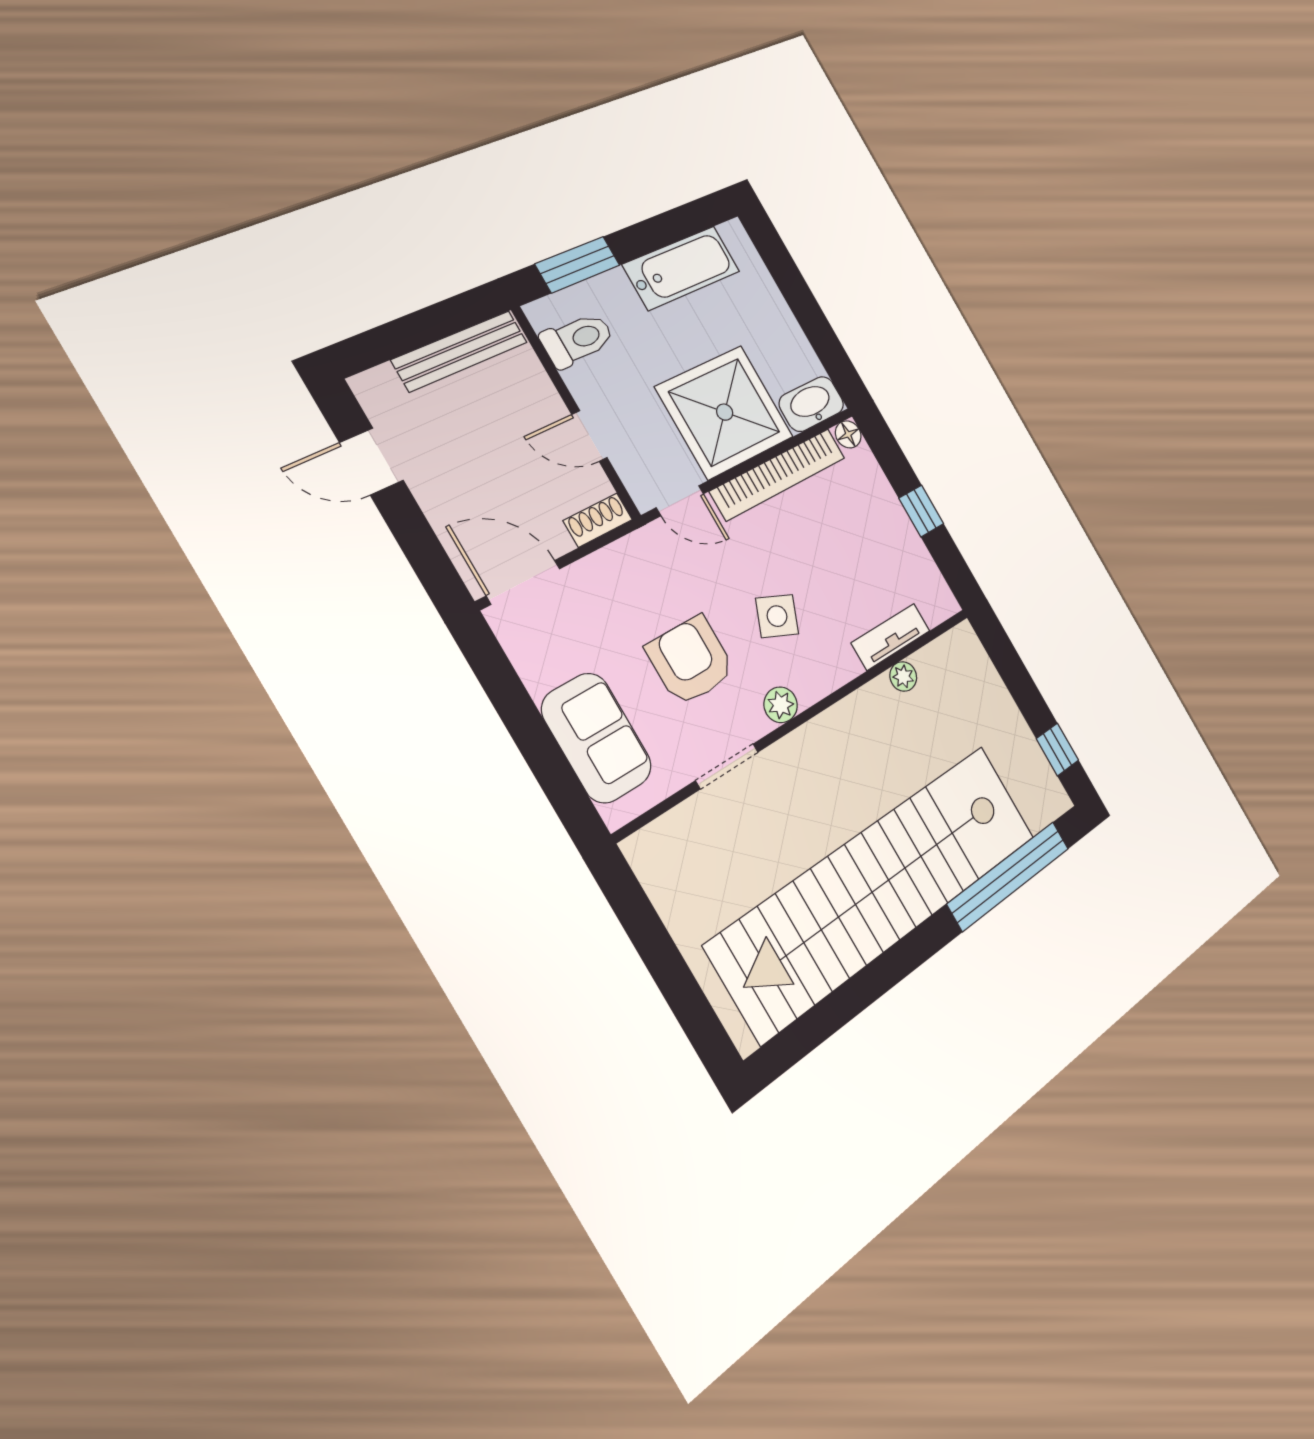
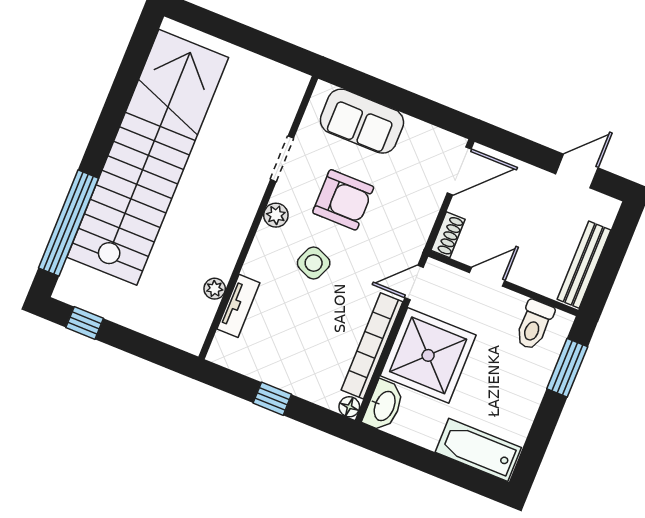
bathtub: (682, 268) -> (478, 450), moved, turned 90

